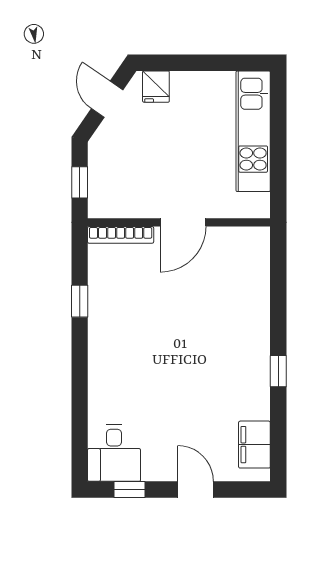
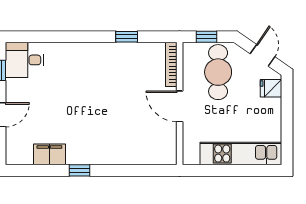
door: (107, 99) -> (262, 55), hinge flipped
cafe table: (132, 165) -> (218, 72), added
filing cabinet: (254, 445) -> (49, 154), moved

